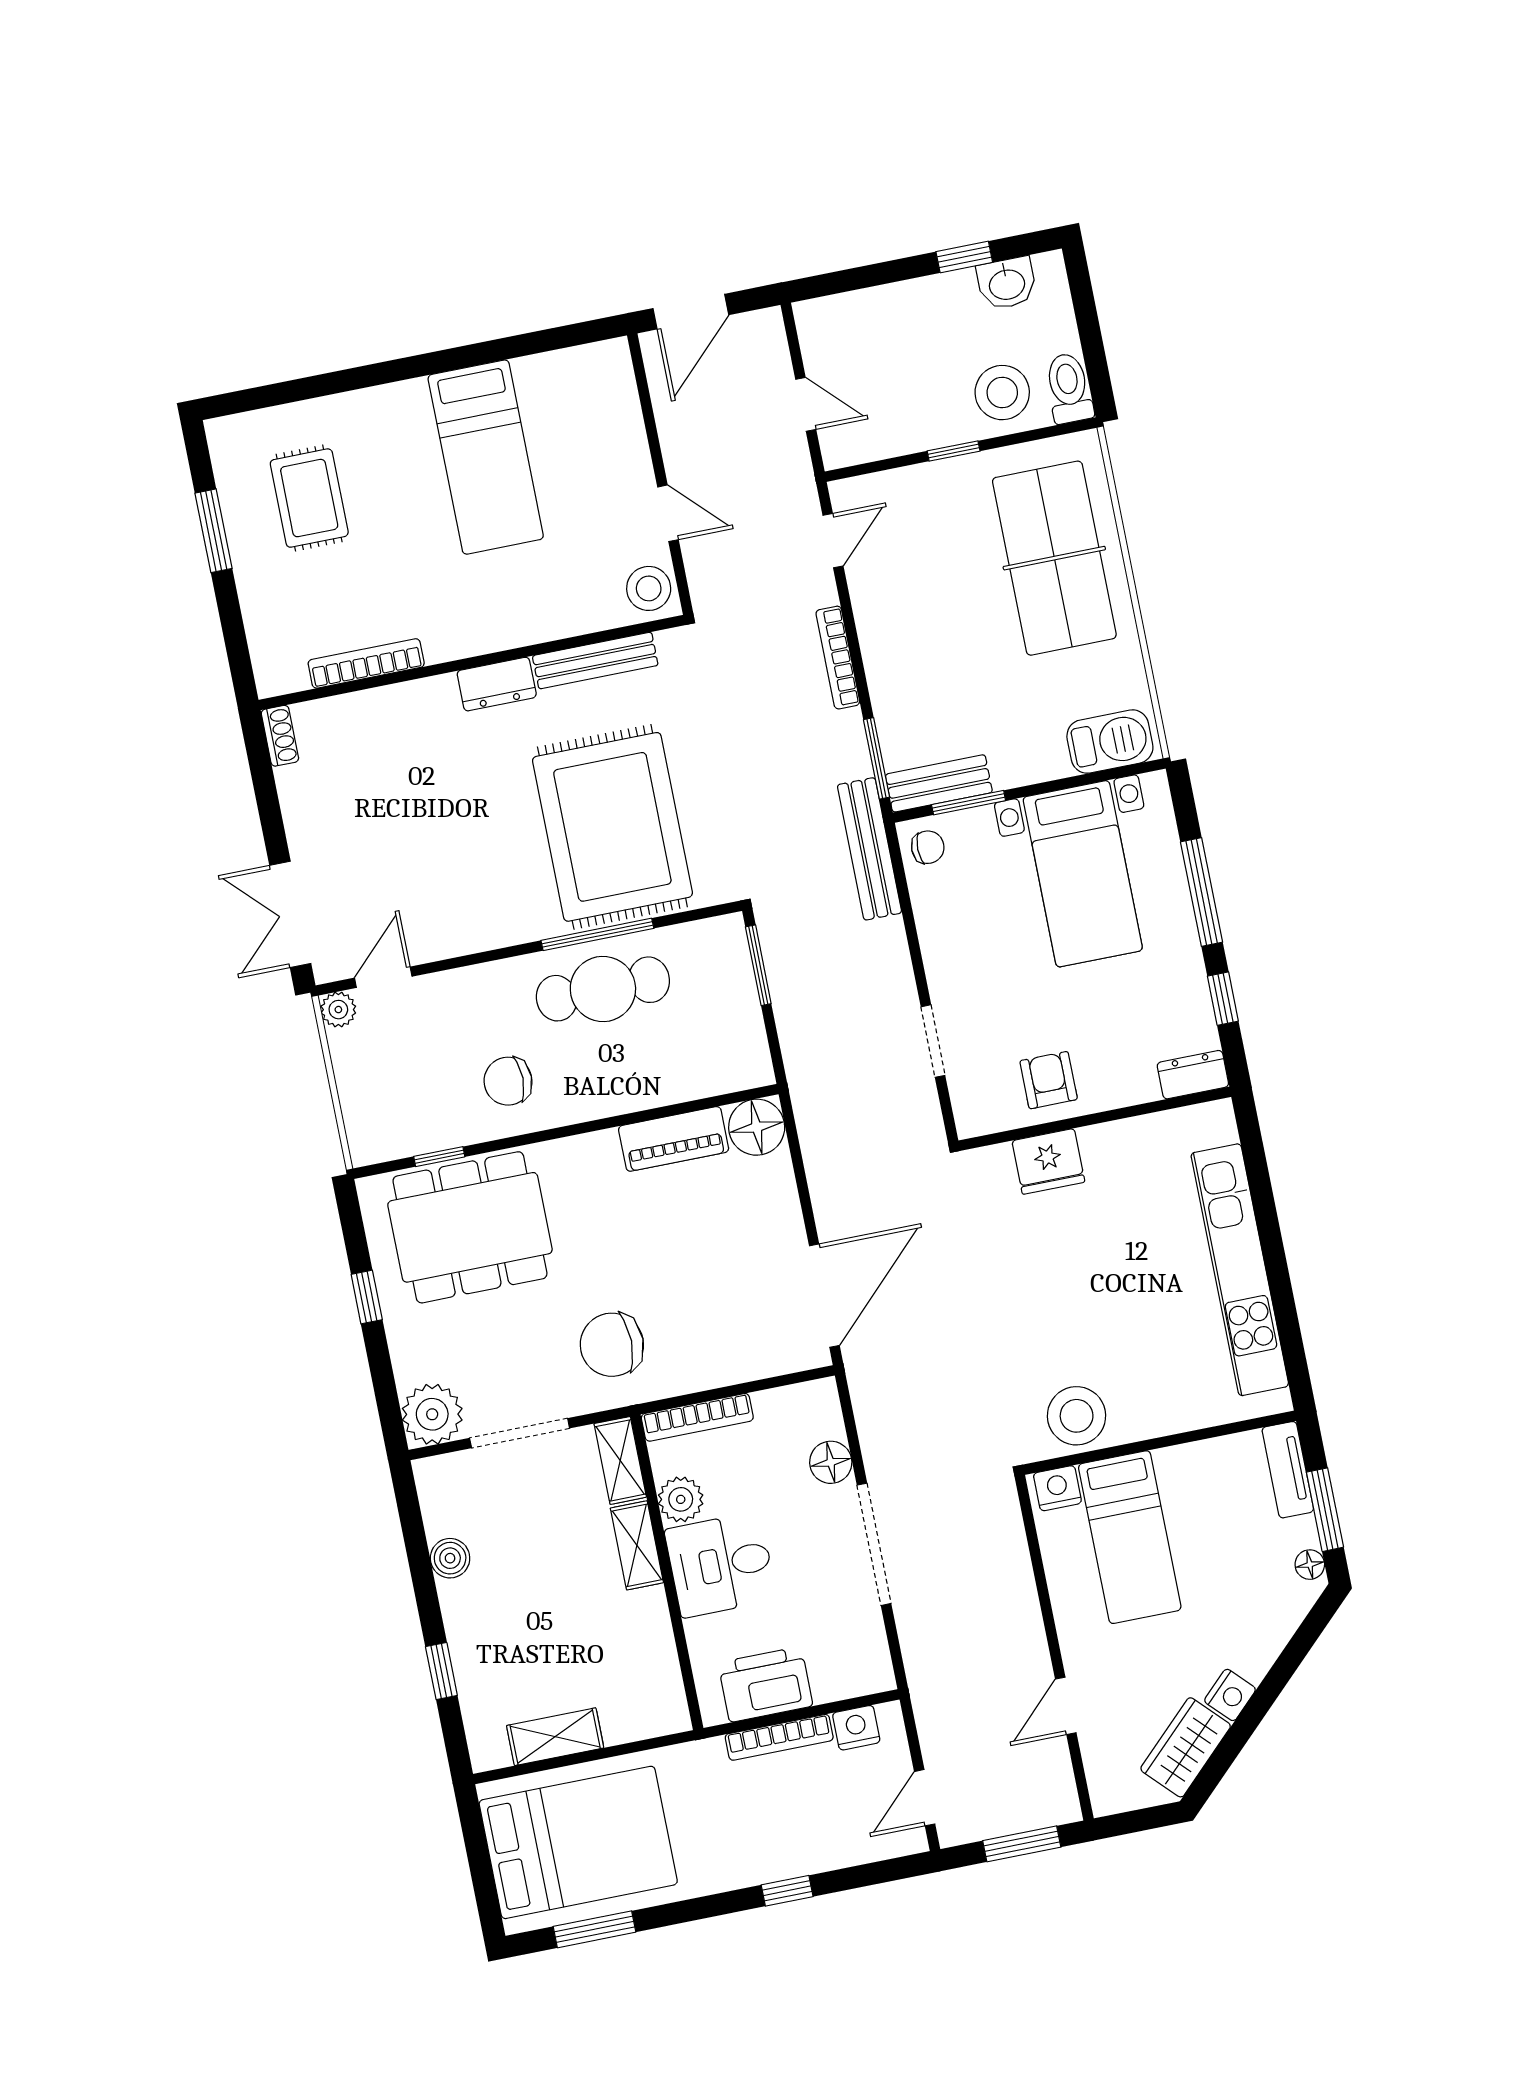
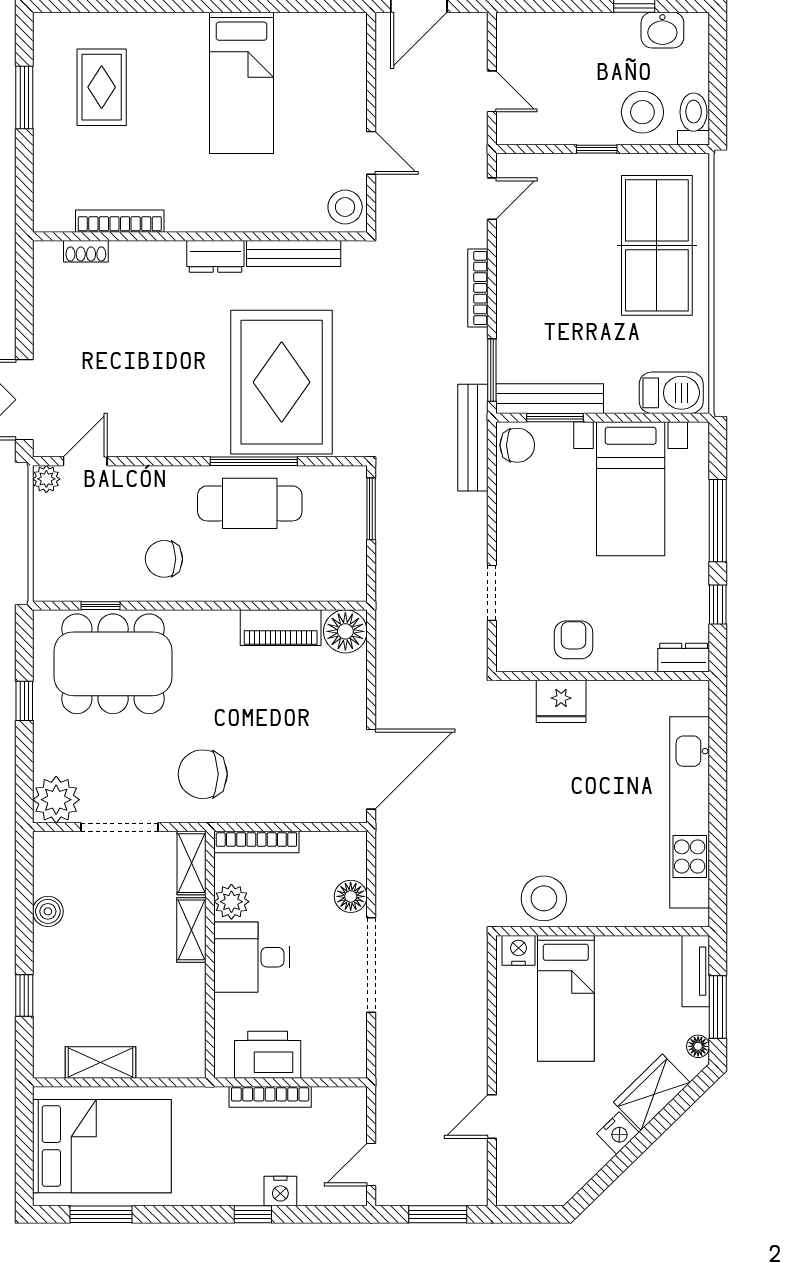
shoe rack: (280, 736) -> (86, 251), moved, turned 90
bench: (939, 783) -> (550, 399), width x1.36
chair: (928, 847) -> (517, 445), width x1.37, depth x1.37
nightstand: (856, 1728) -> (280, 1191), moved, turned 180
wardrobe: (1186, 1747) -> (652, 1092), moved

